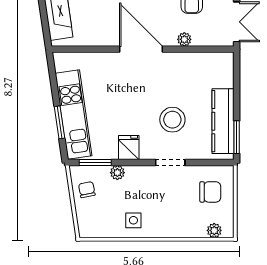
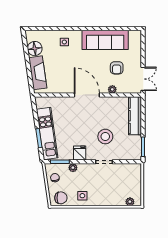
kitchen counter: (223, 121) -> (135, 116), moved
chair: (210, 192) -> (61, 198), moved

